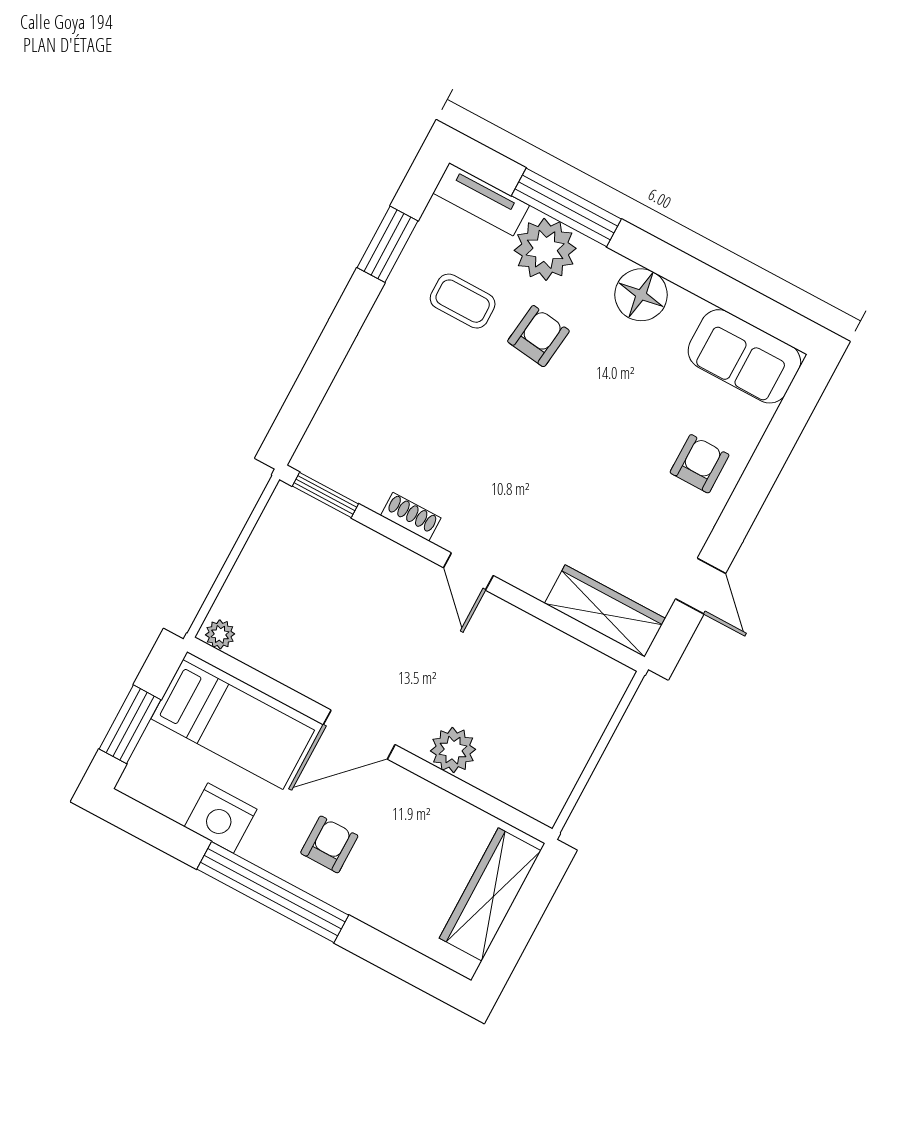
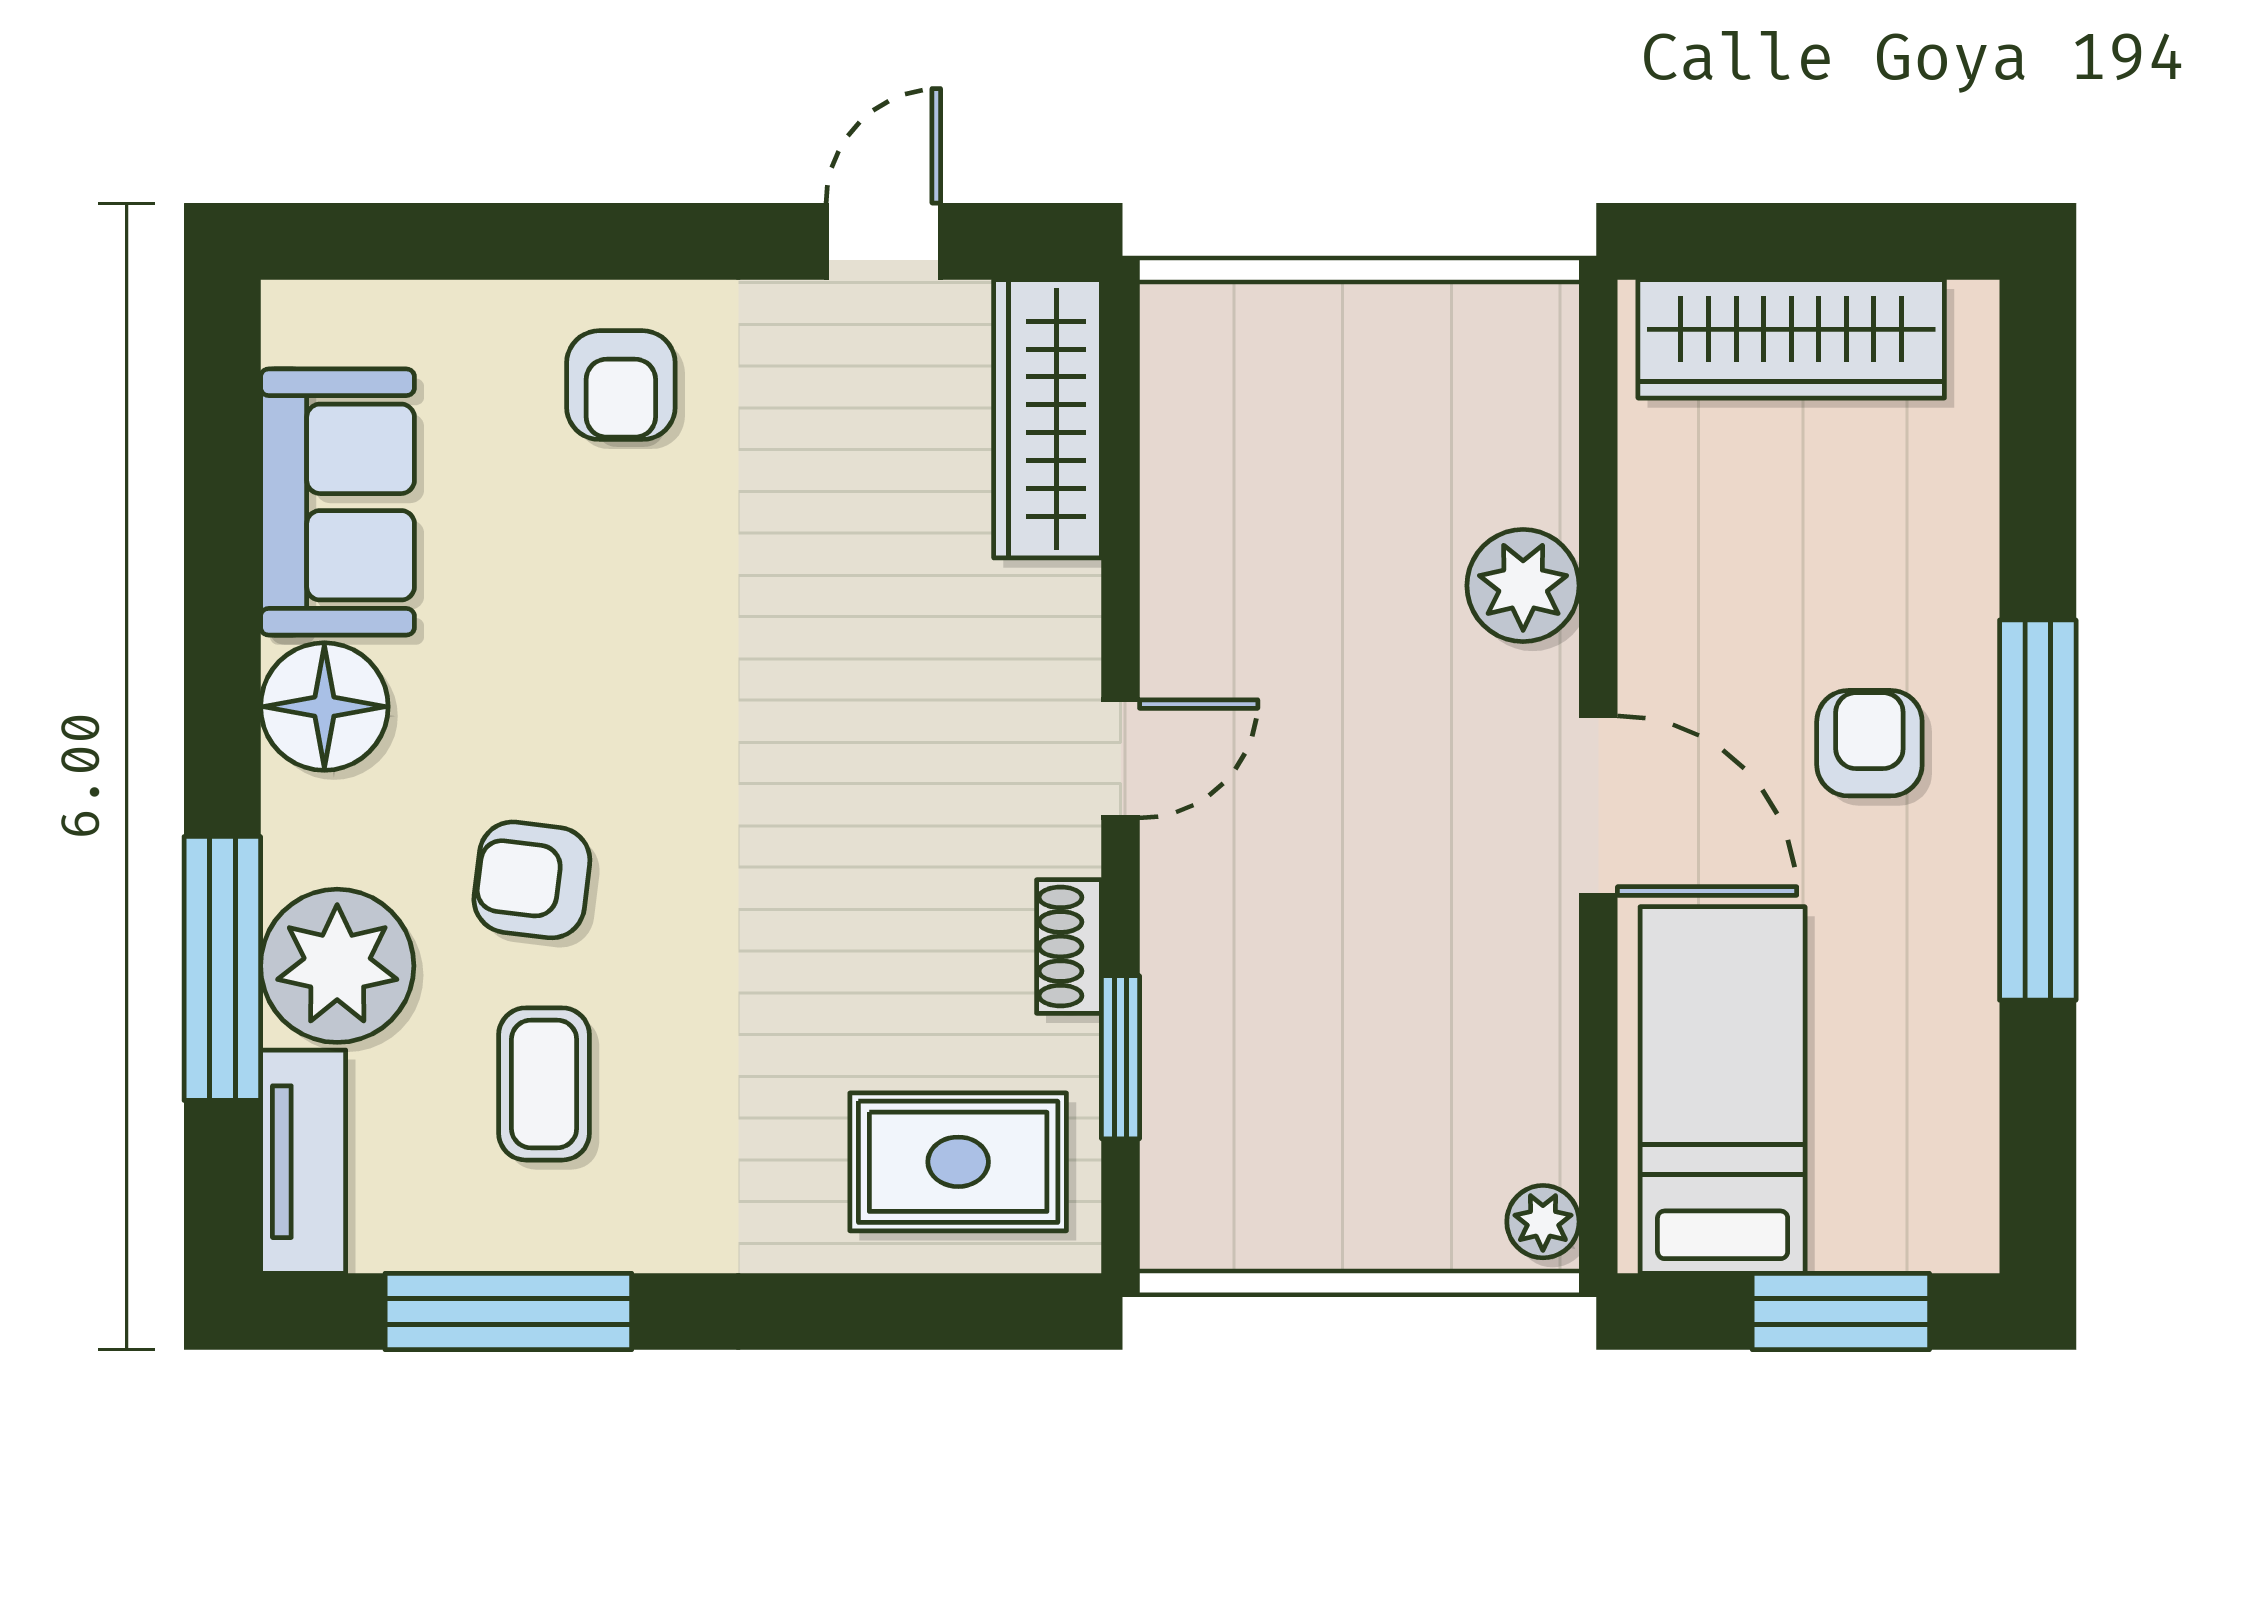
window: (387, 244) -> (508, 1312), width x1.44
sofa: (744, 356) -> (337, 502), moved
rug: (355, 435) -> (958, 1162), added
armchair: (700, 464) -> (621, 385), turned -90
window: (325, 495) -> (1121, 1057), moved
nightstand: (221, 818) -> (1938, 1008), removed
armchair: (329, 844) -> (1869, 743), turned 90

